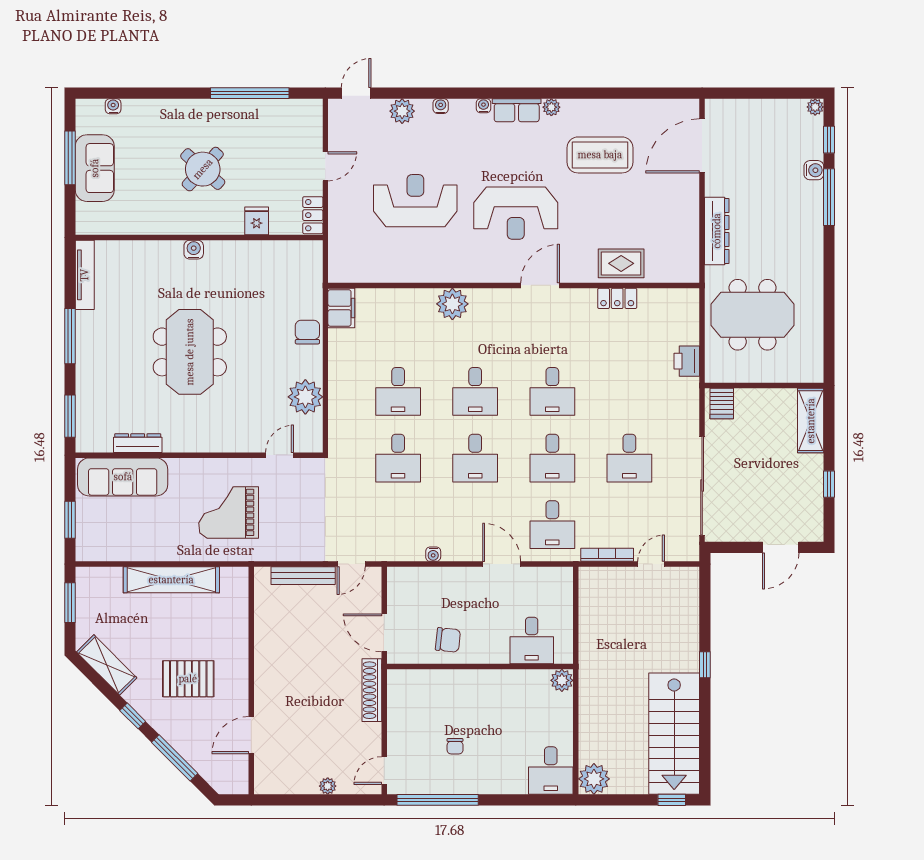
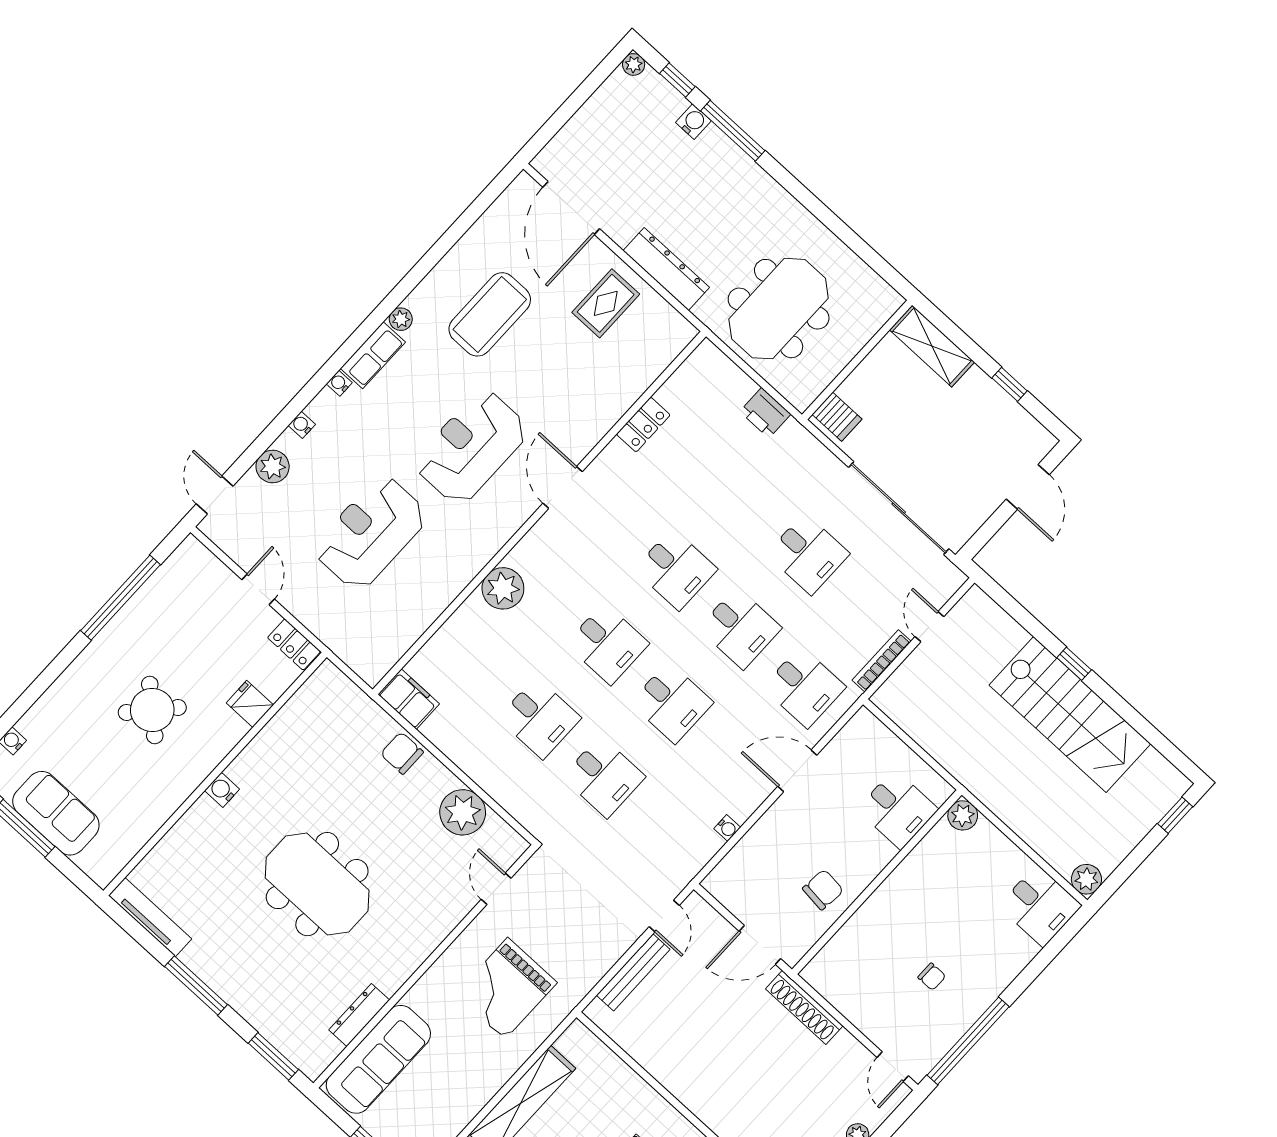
reception desk: (516, 213) -> (471, 447), turned 180
rug: (621, 263) -> (606, 303), moved
stairs: (674, 734) -> (1070, 714), moved
plant: (594, 779) -> (1086, 879), width x0.73, depth x0.73

